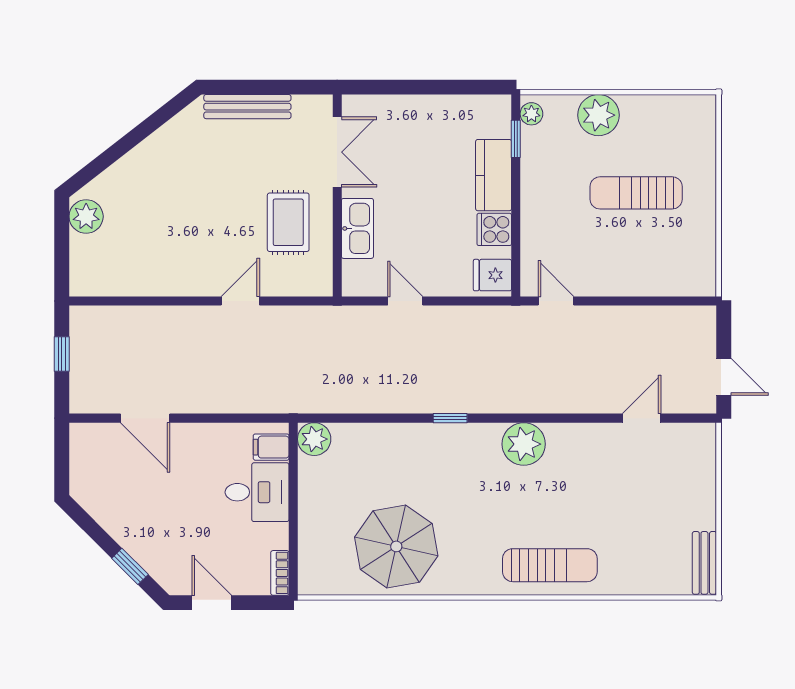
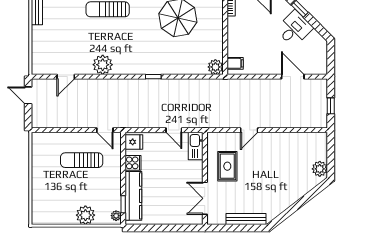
kitchen counter: (494, 175) -> (133, 196), width x1.50
sun lounger: (636, 193) -> (82, 160), moved, turned 180
kitchen sink: (357, 228) -> (196, 146), moved
plant: (524, 444) -> (103, 65), moved
desk: (257, 492) -> (294, 29), moved, turned 135

